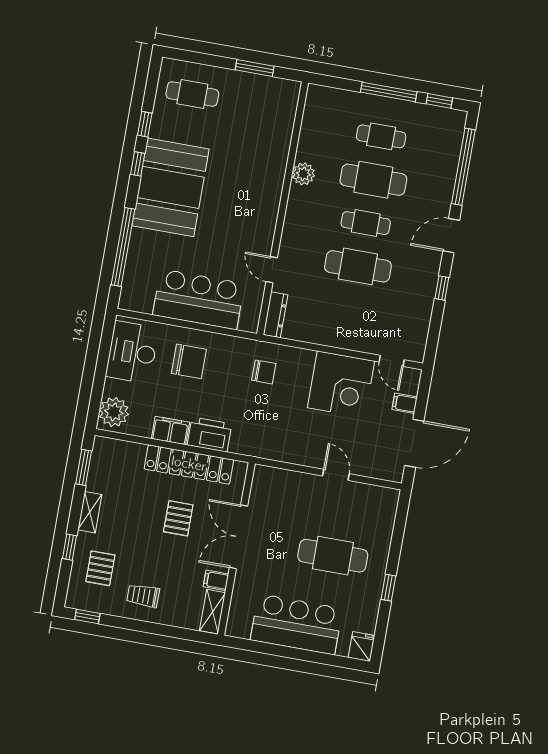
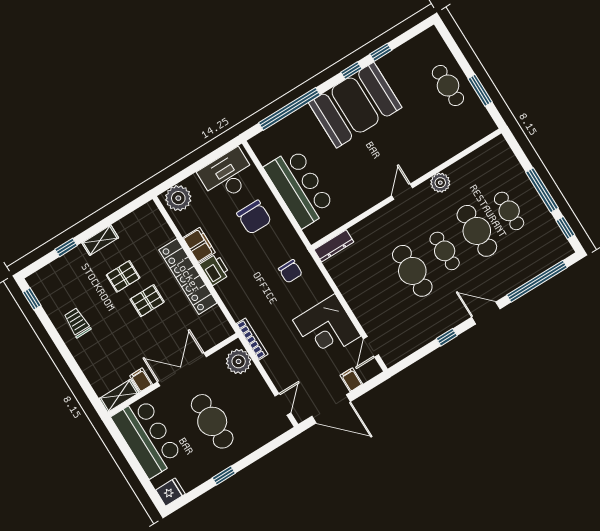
cafe table: (192, 94) -> (448, 86), moved
door: (272, 270) -> (402, 192), moved
printer: (210, 434) -> (215, 269), width x0.73, depth x0.84
bookcase: (293, 458) -> (252, 339), added
window: (84, 467) -> (125, 211), removed
door: (336, 475) -> (283, 404), moved
plant: (302, 487) -> (239, 361), added
double door: (239, 537) -> (182, 369), moved
wall: (236, 549) -> (173, 375), moved
pallet: (100, 568) -> (123, 276), moved
filing cabinet: (216, 580) -> (141, 380), moved
shelving: (212, 612) -> (119, 396), moved

